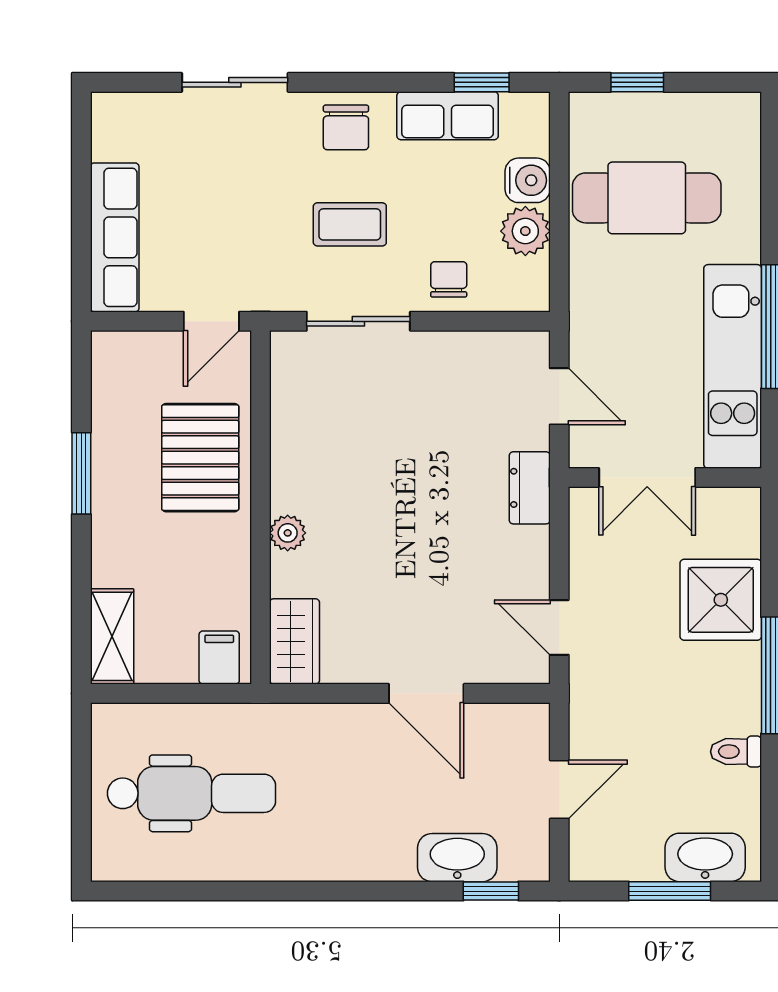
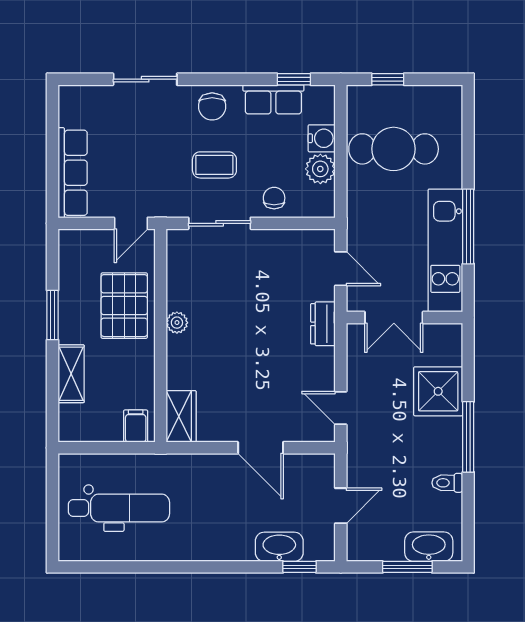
plant: (288, 533) -> (177, 323), moved
shelving: (112, 636) -> (71, 374), moved

